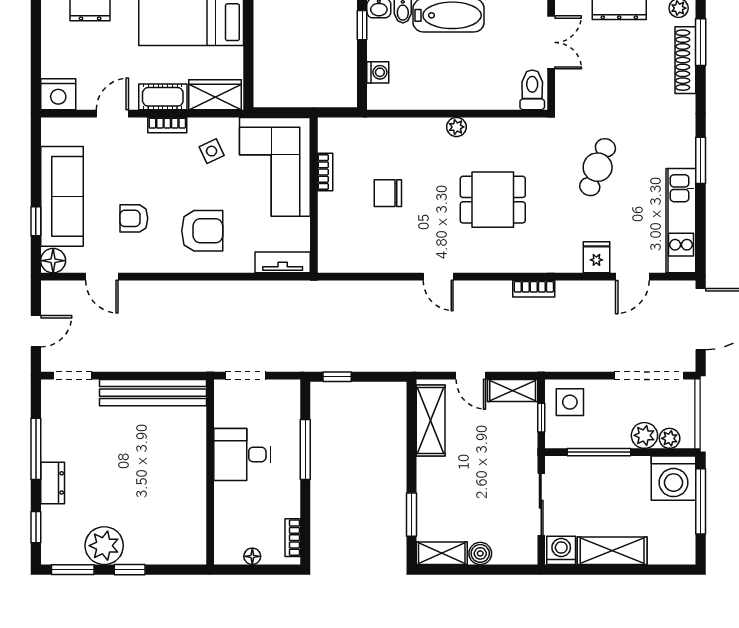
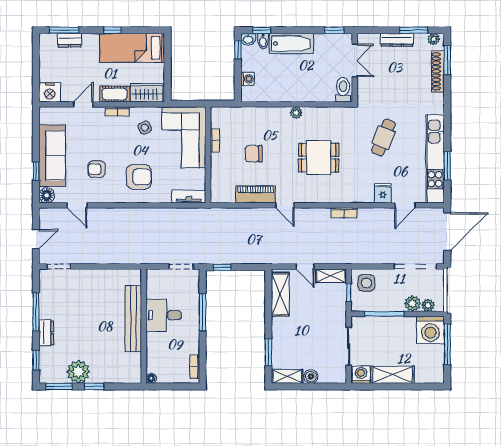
window: (701, 160) -> (447, 166), moved
kitchen unit: (681, 221) -> (435, 159), width x1.36
piano: (391, 259) -> (256, 194), added
doorway: (245, 376) -> (181, 266), moved
bench: (153, 393) -> (133, 319), moved, turned 90
floor lamp: (252, 556) -> (151, 378), moved

